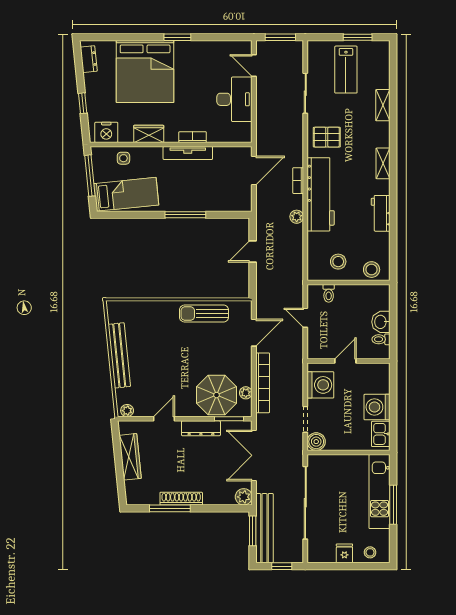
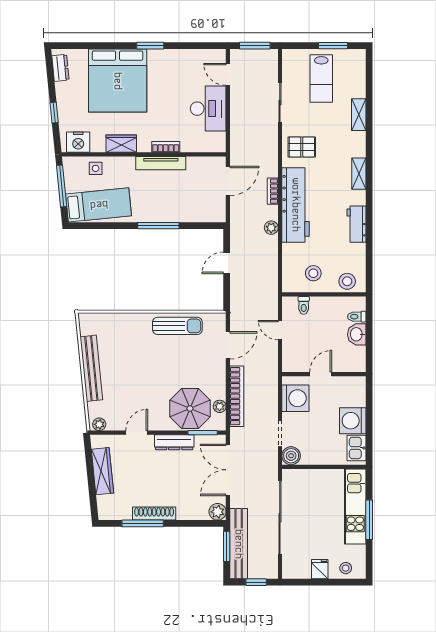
sun lounger: (204, 314) -> (177, 326), turned 180
toilet: (381, 339) -> (357, 317), moved

